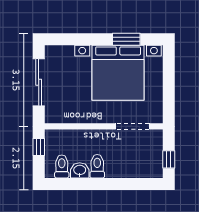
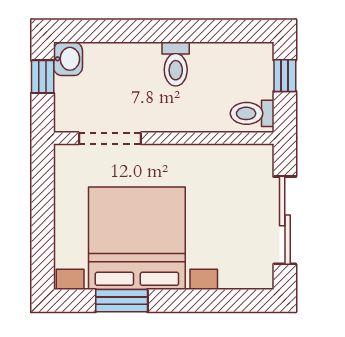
window: (39, 147) -> (285, 76), moved
toilet: (62, 166) -> (252, 113), moved, turned 90
washbasin: (80, 170) -> (68, 59), moved, turned -90

